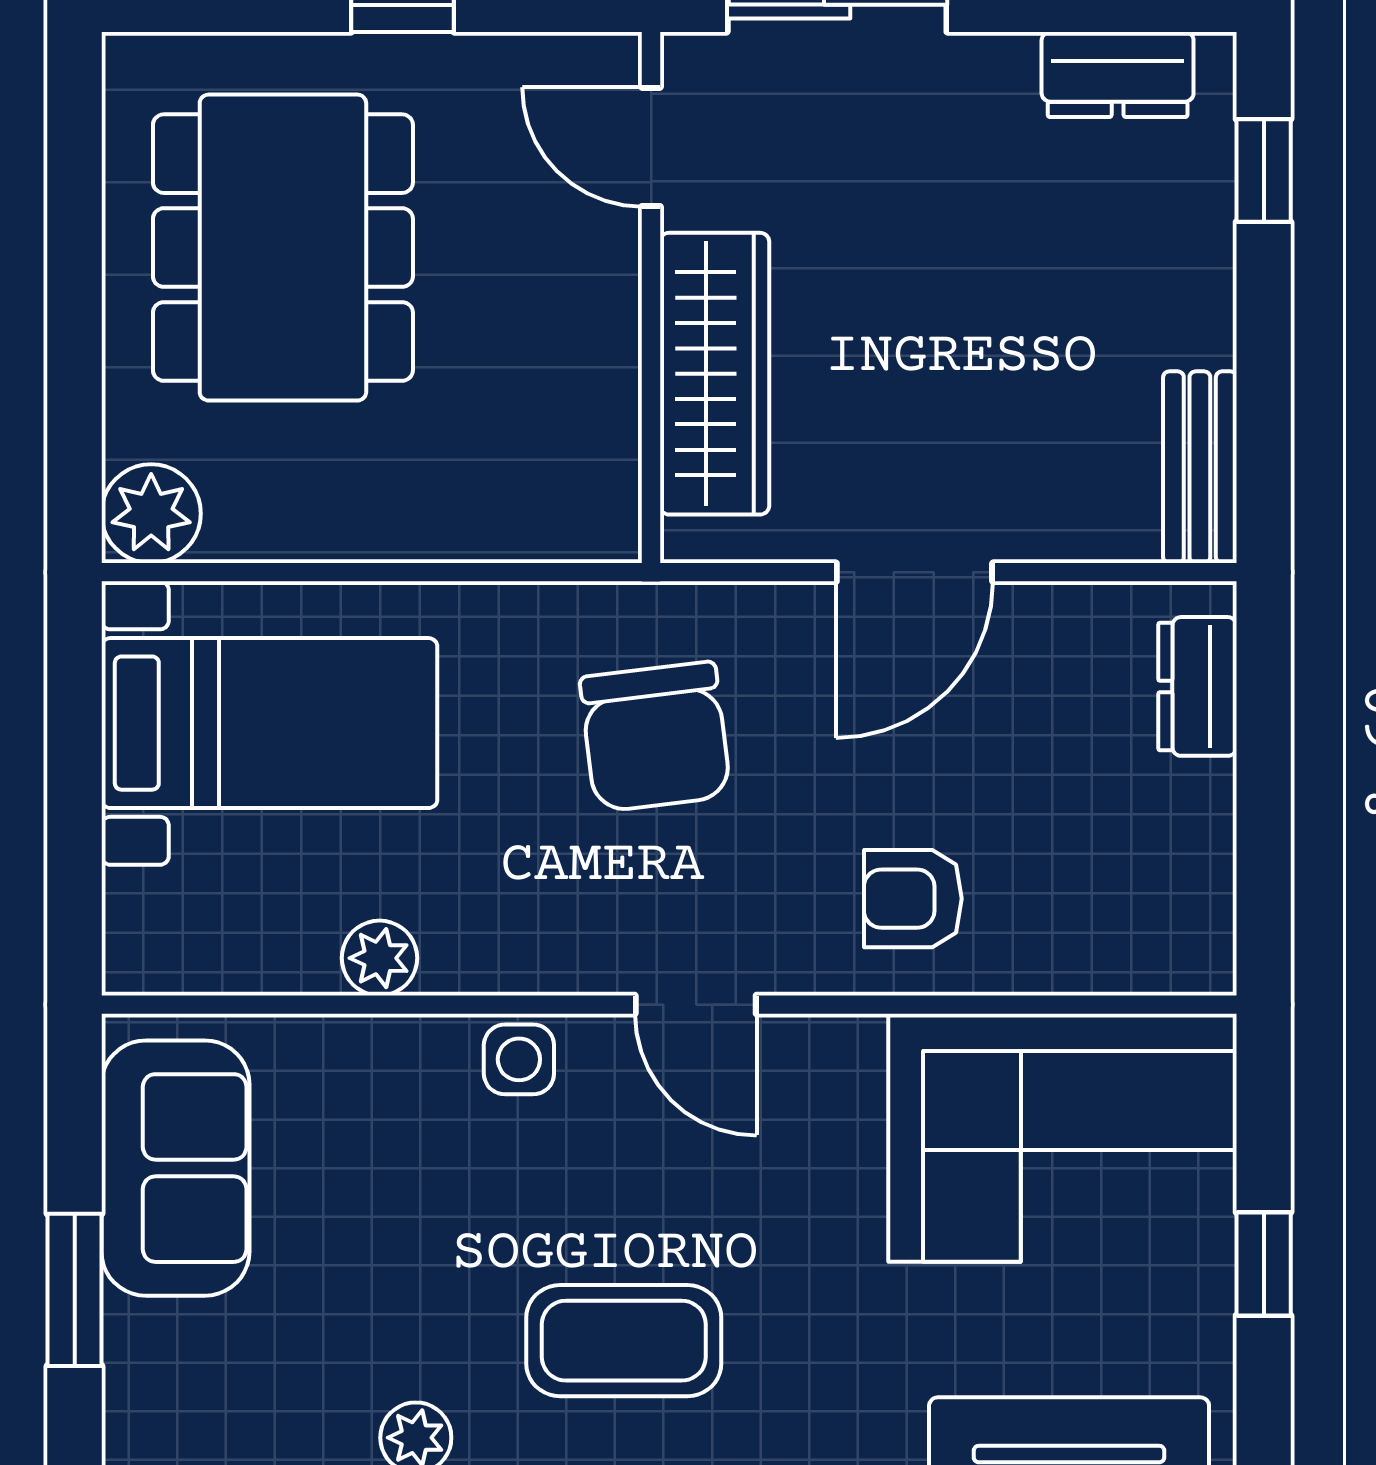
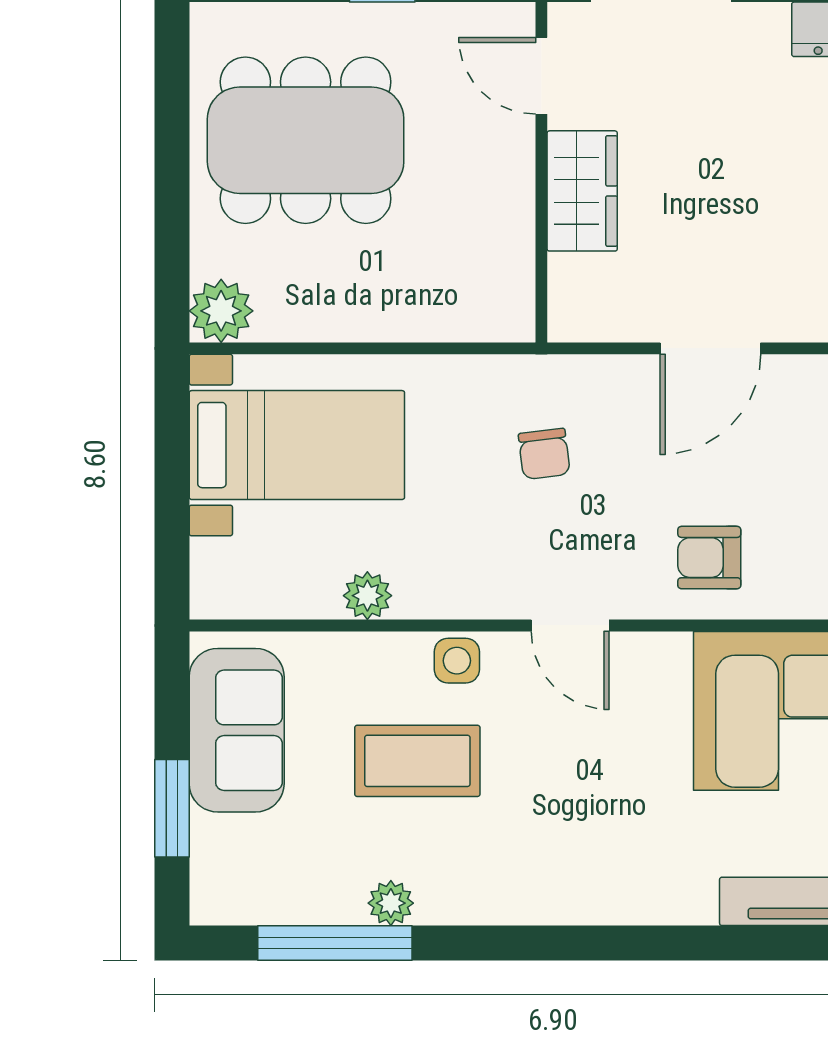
dining table: (283, 248) -> (306, 140), turned 90
wardrobe: (715, 374) -> (582, 191), width x0.67
chair: (655, 737) -> (544, 454), width x0.54, depth x0.54
coffee table: (624, 1341) -> (417, 761), moved

